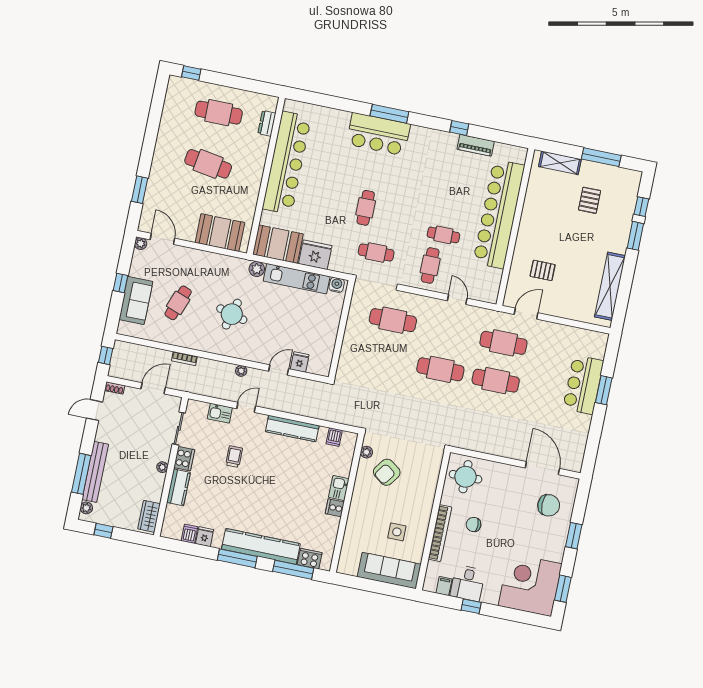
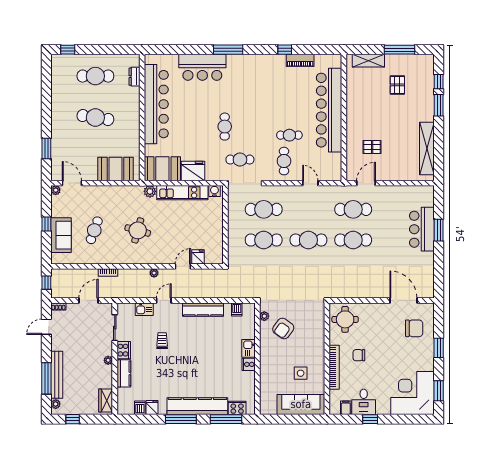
bar counter: (378, 134) -> (202, 67), moved
cafe table: (385, 358) -> (264, 240), added

